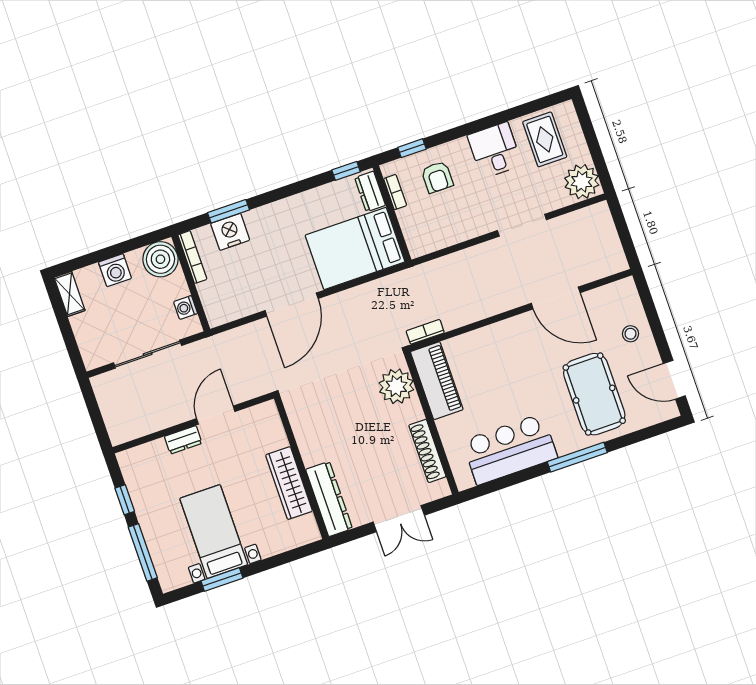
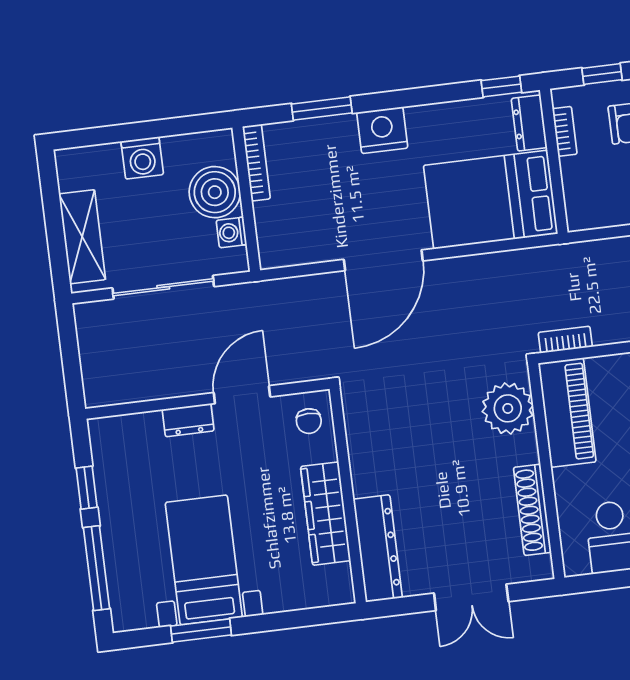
nightstand: (230, 232) -> (382, 130), moved
boiler: (160, 259) -> (215, 192), moved
shelving: (70, 294) -> (82, 237), moved, width x1.50, depth x1.33
chair: (264, 423) -> (309, 421), added

